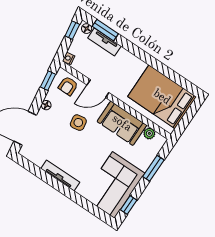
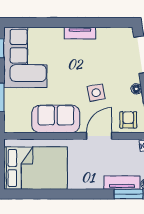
plant: (149, 133) -> (24, 127), removed
tv unit: (60, 175) -> (80, 33), width x0.71

